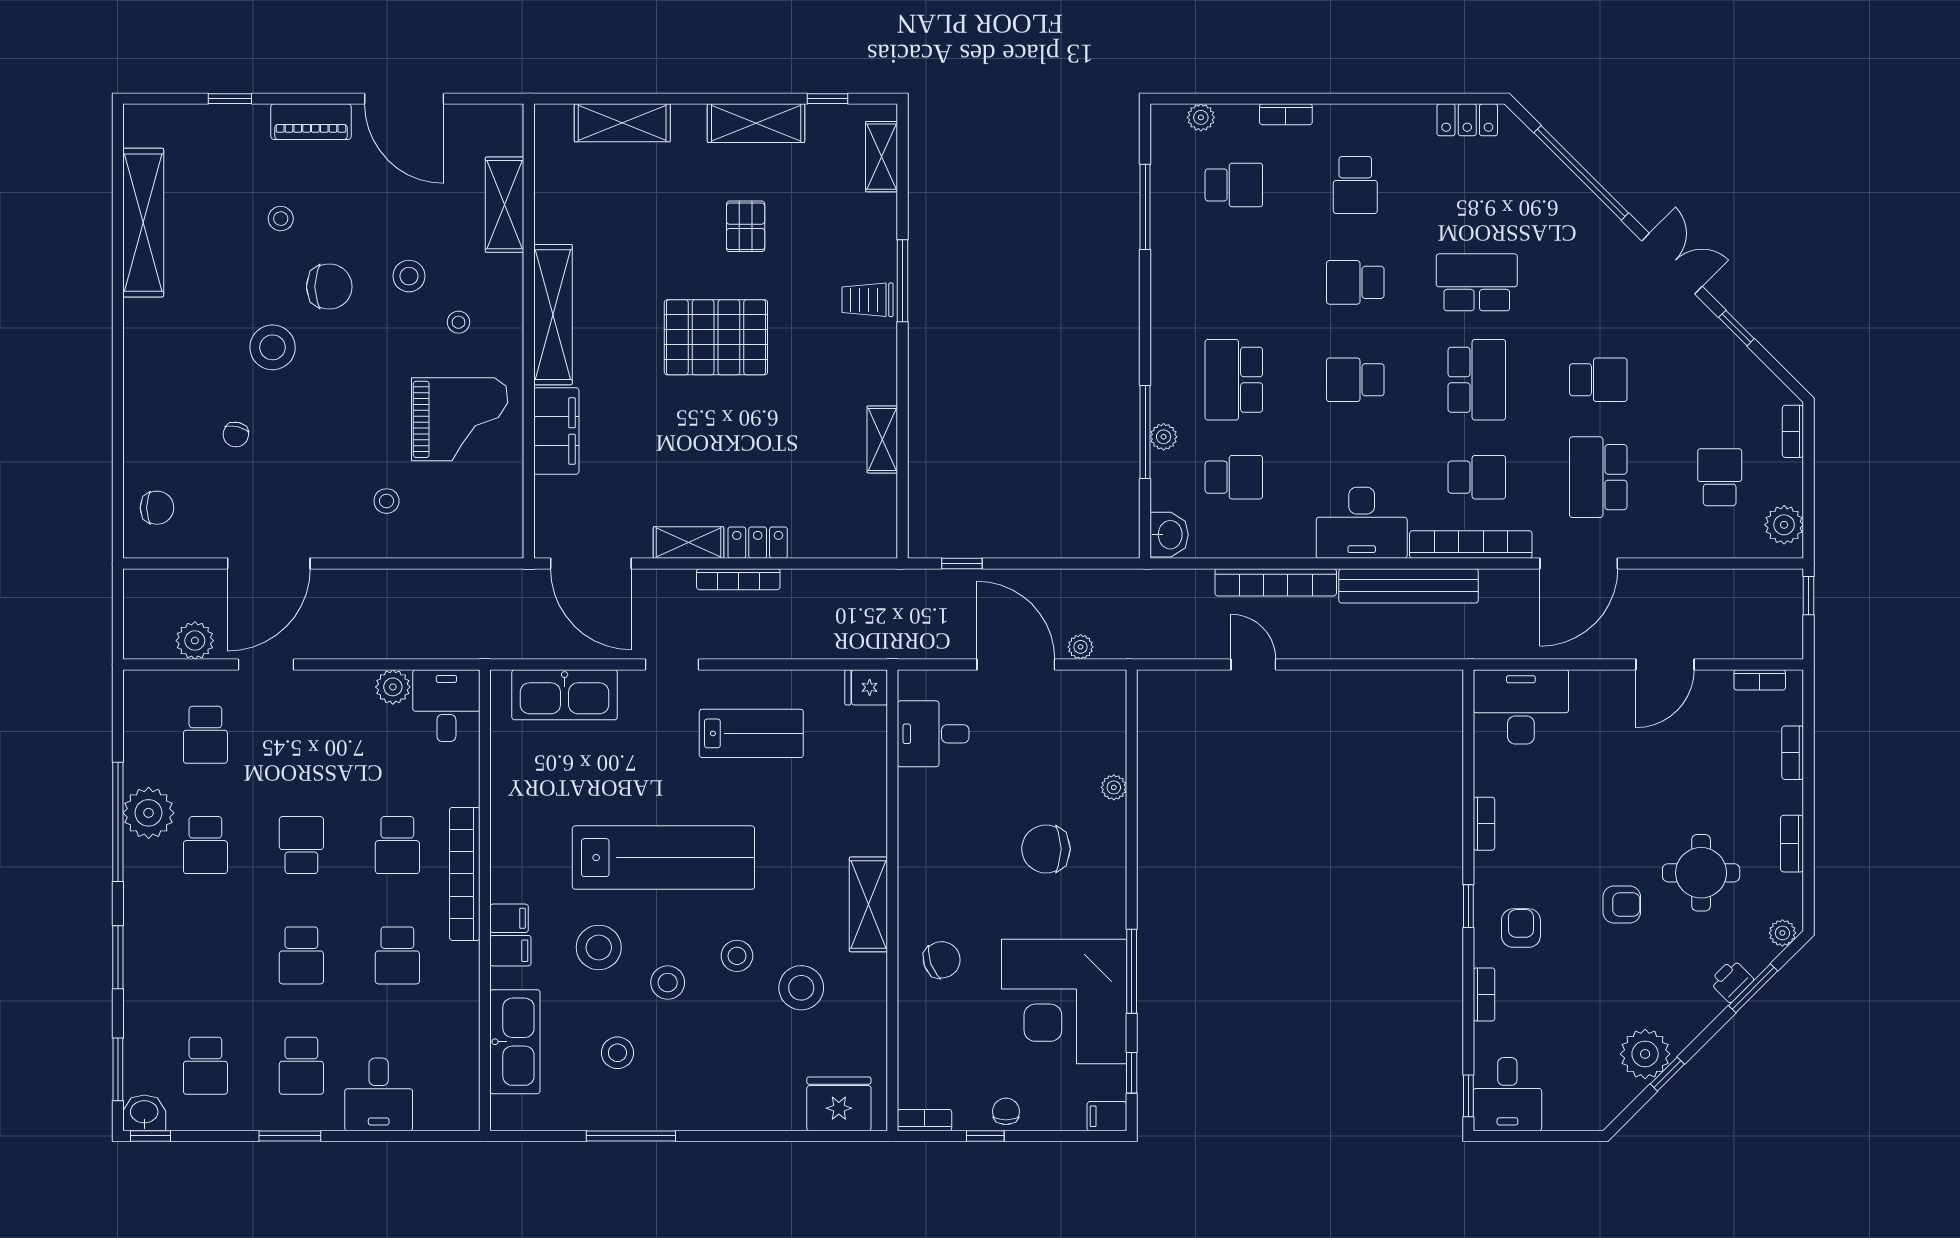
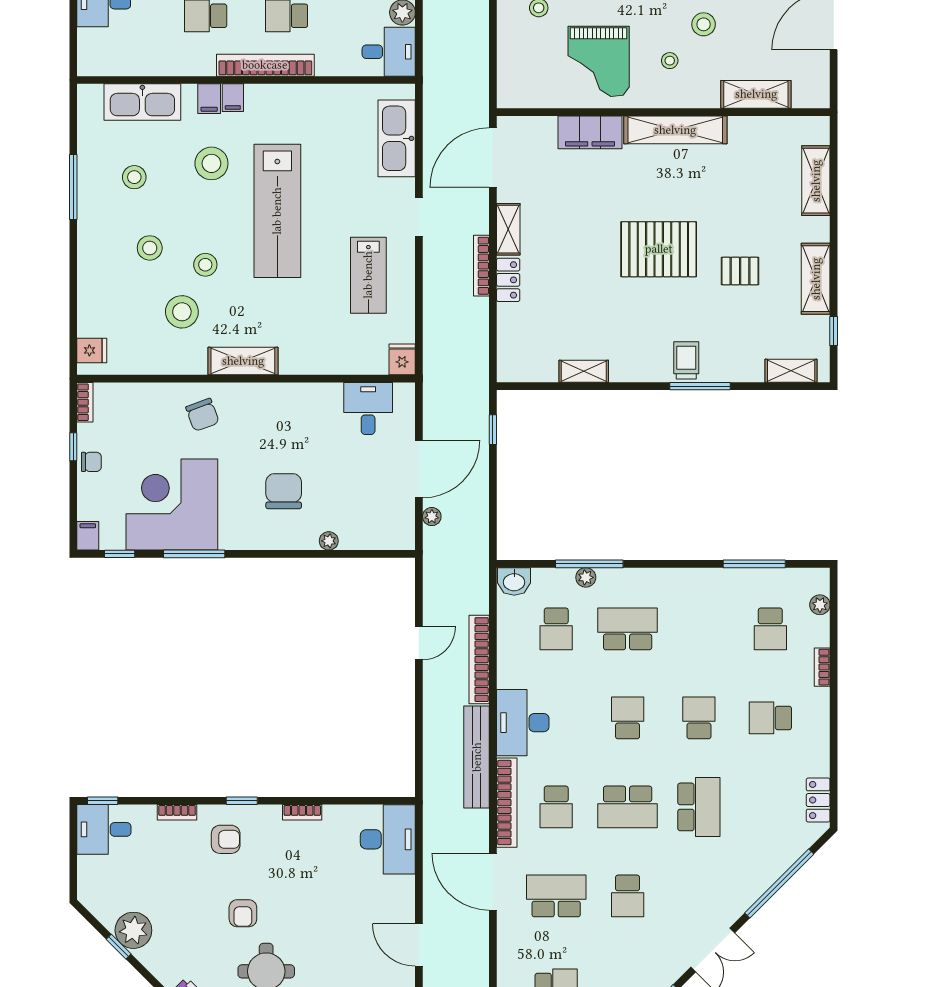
pallet: (716, 337) -> (659, 249), turned 90
stool: (668, 983) -> (150, 248), moved
fridge: (839, 1104) -> (92, 350), width x0.53, depth x0.75

